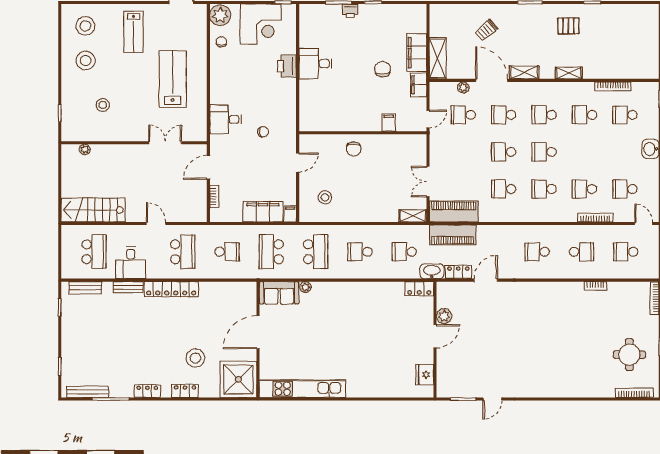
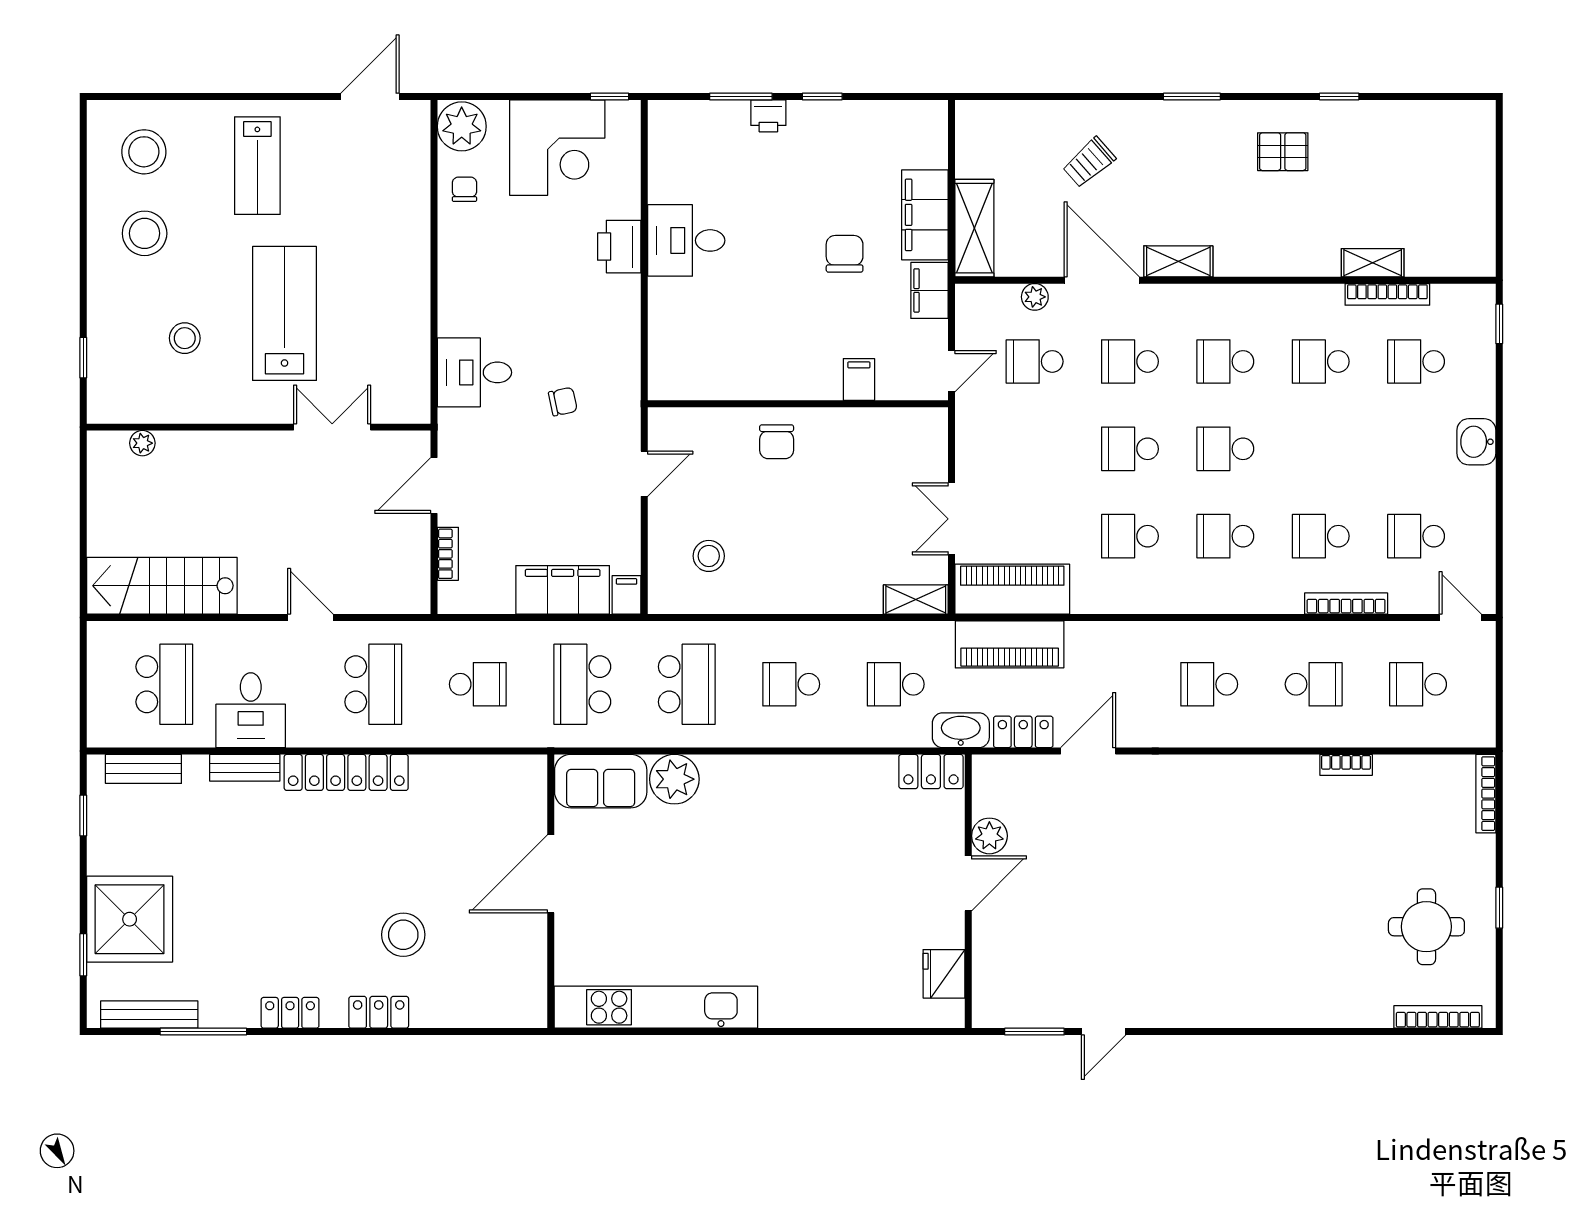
shelving: (569, 73) -> (1373, 263), moved
lab bench: (173, 79) -> (285, 313), moved
plant: (305, 287) -> (674, 779), width x1.88, depth x1.88
shower: (238, 379) -> (130, 919), moved

